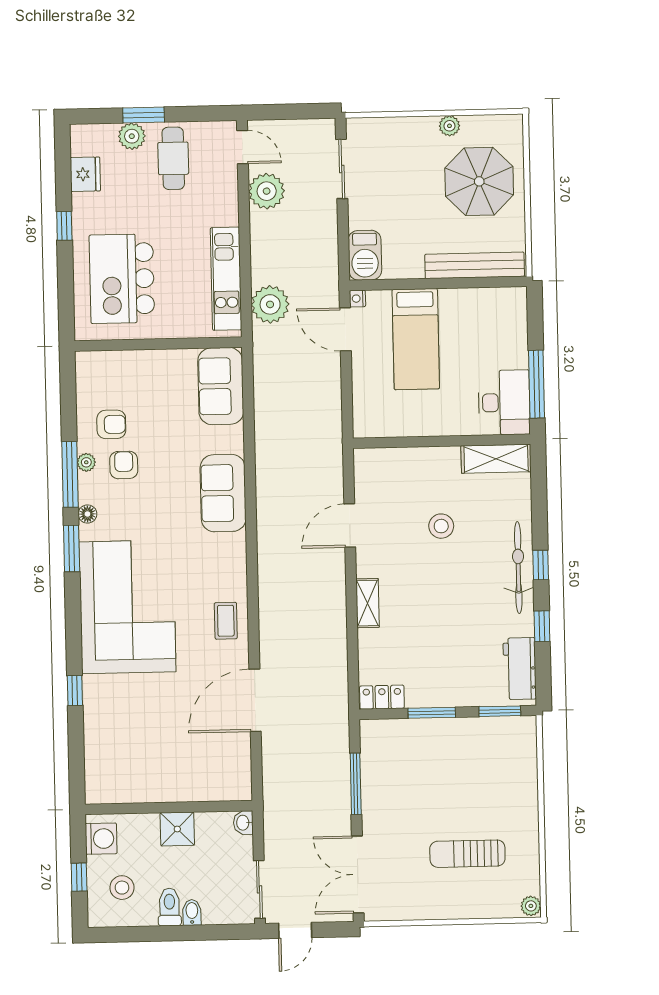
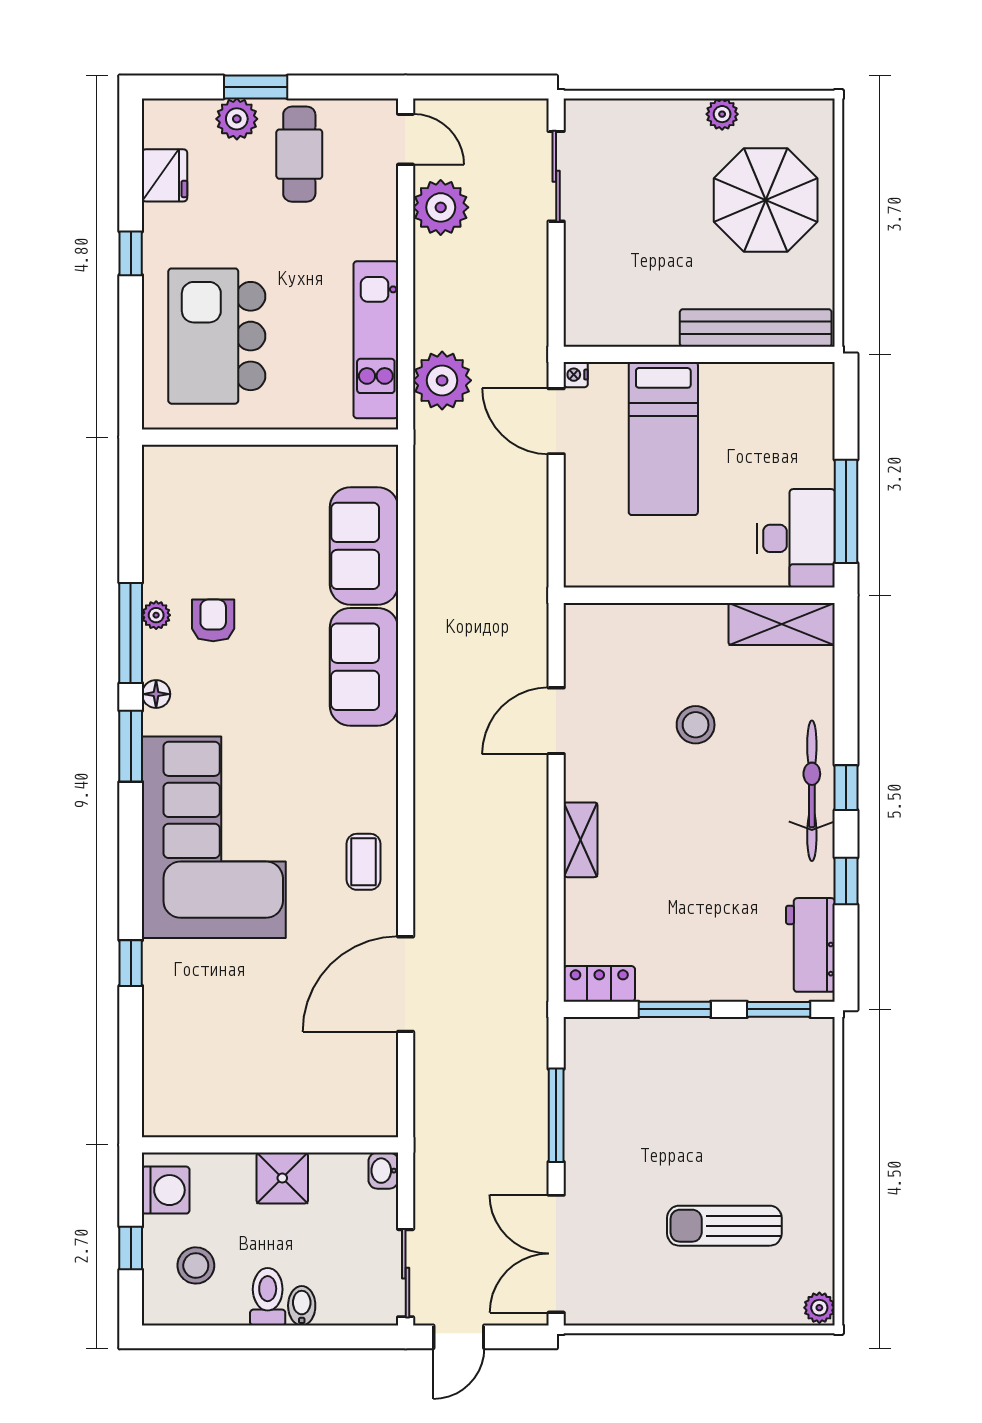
barbecue: (365, 255) -> (589, 309), removed
sofa: (221, 386) -> (364, 546), moved
armchair: (111, 424) -> (196, 558), removed

